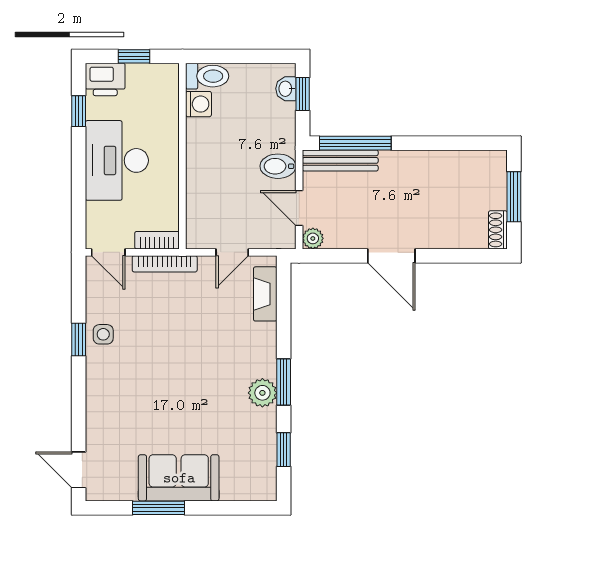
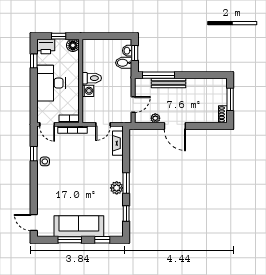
toilet: (207, 76) -> (92, 78), moved
floor lamp: (165, 77) -> (73, 45), added
washing machine: (198, 104) -> (88, 91), moved
bench: (340, 160) -> (168, 83), moved
bidet: (278, 166) -> (124, 63), moved
door: (299, 208) -> (133, 104), swing flipped
plant: (313, 238) -> (155, 118), moved
window: (79, 340) -> (34, 154), moved
sofa: (179, 478) -> (79, 226), width x1.36
window: (231, 508) -> (102, 240), added

